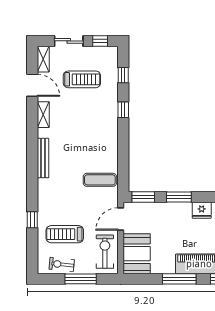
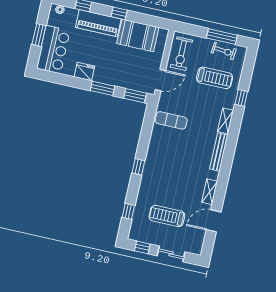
shelving: (43, 59) -> (226, 121), moved
door: (32, 85) -> (214, 221), hinge flipped
window: (123, 110) -> (138, 167), moved
booth: (137, 254) -> (138, 35), moved, turned 90
window: (81, 279) -> (222, 37), moved
window: (179, 279) -> (119, 13), width x0.46

